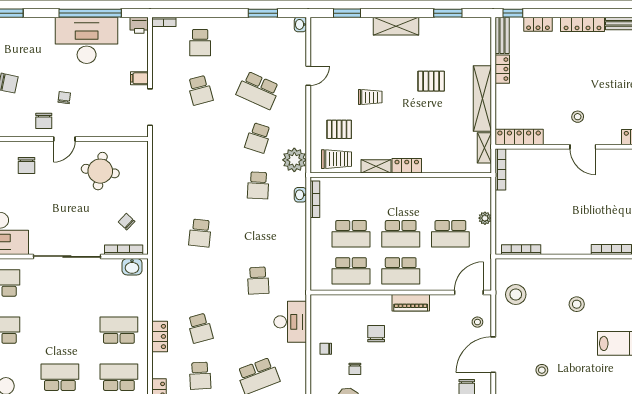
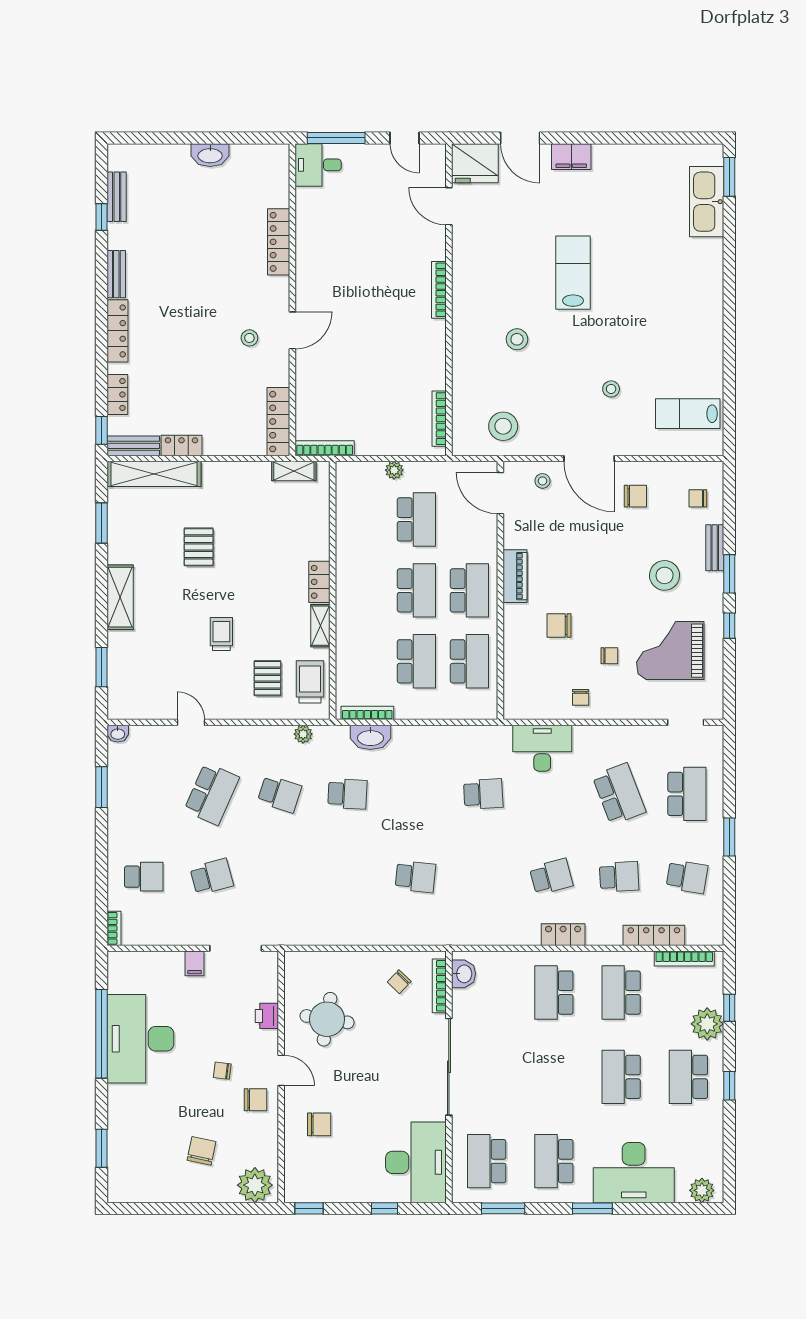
printer: (139, 25) -> (267, 1016), moved, turned 180
shelving: (482, 98) -> (154, 474), moved
plant: (294, 160) -> (303, 734), width x0.53, depth x0.53
washbasin: (300, 195) -> (370, 737), width x1.91, depth x1.45

